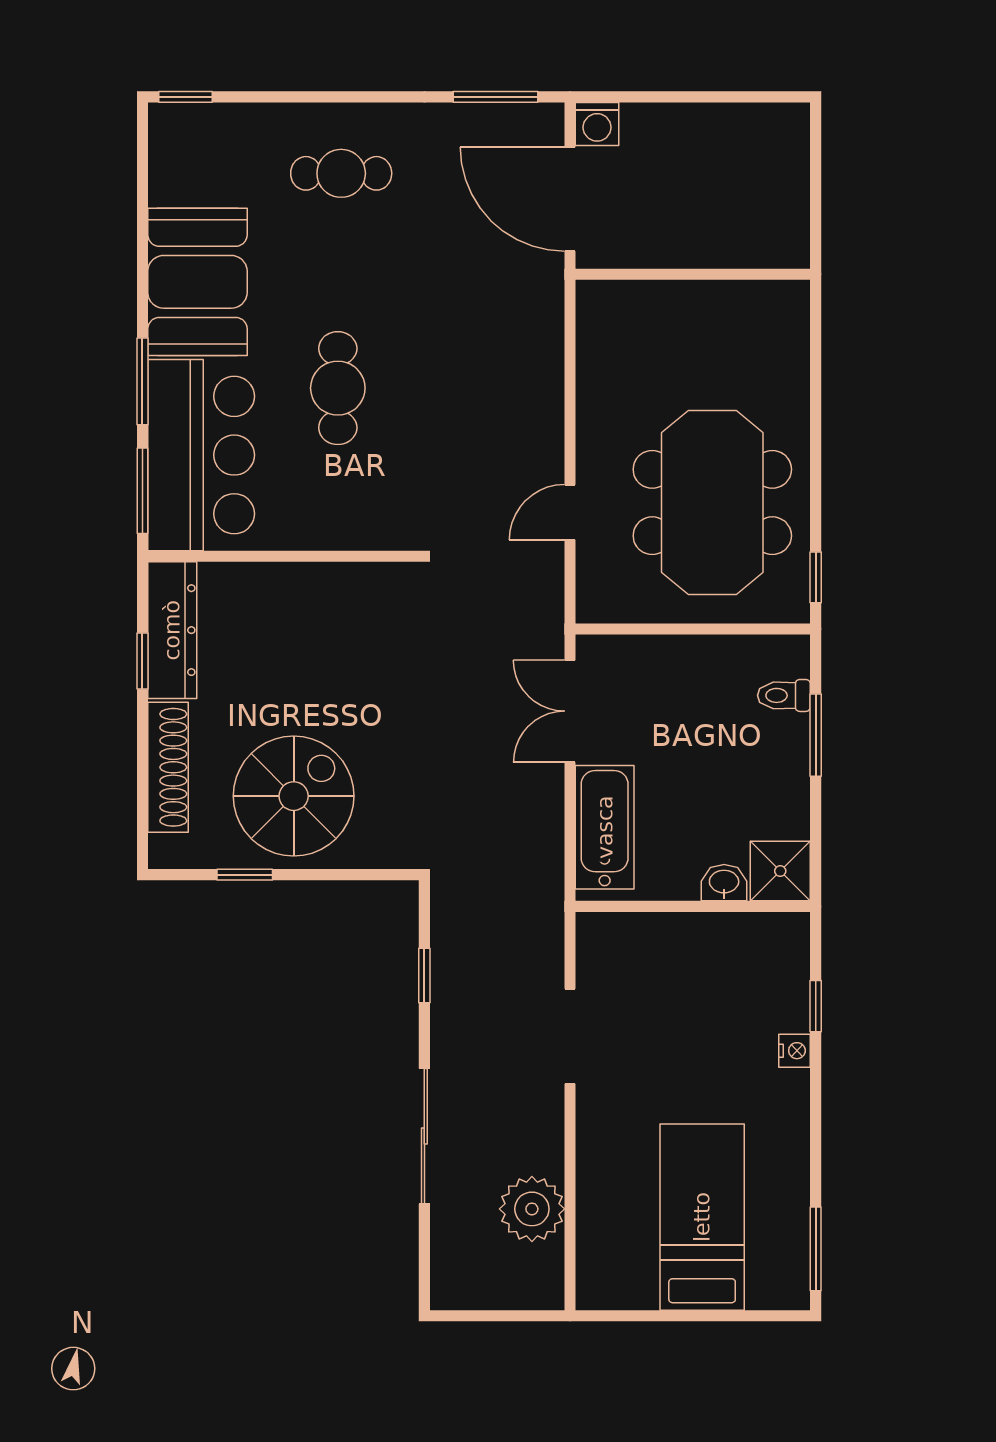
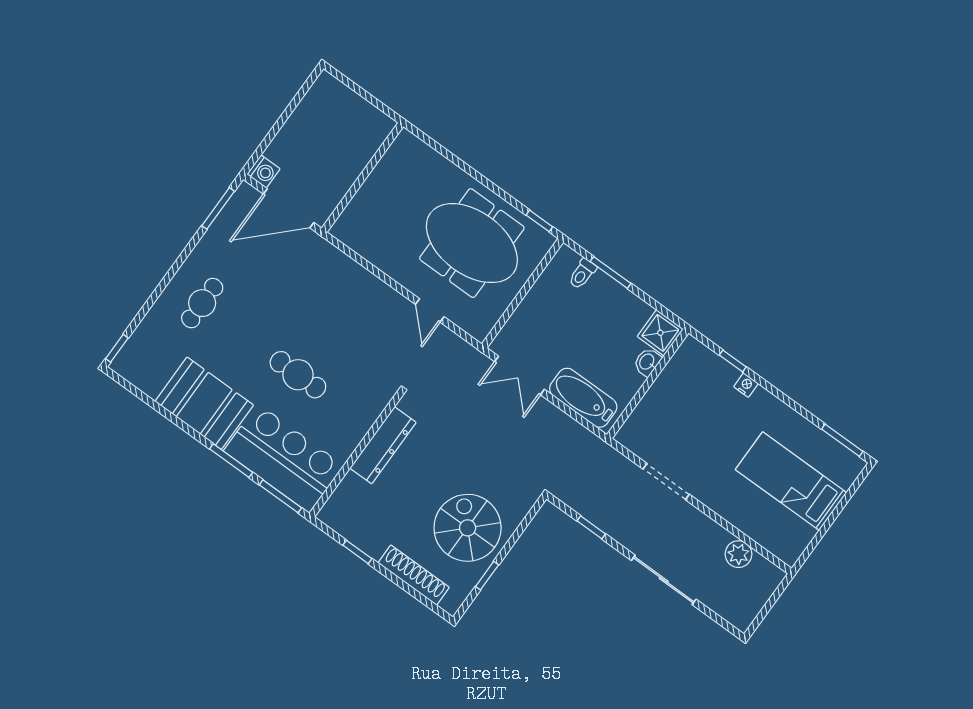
dresser: (172, 630) -> (383, 445), moved, turned 90
plant: (532, 1209) -> (738, 554), width x0.73, depth x0.73

